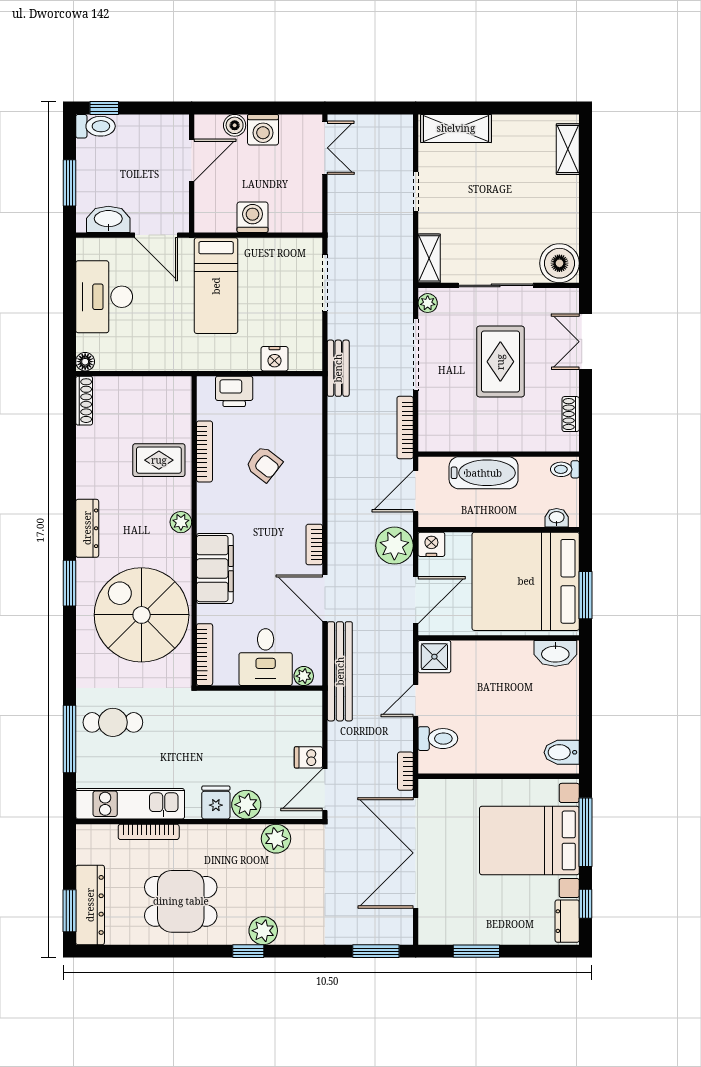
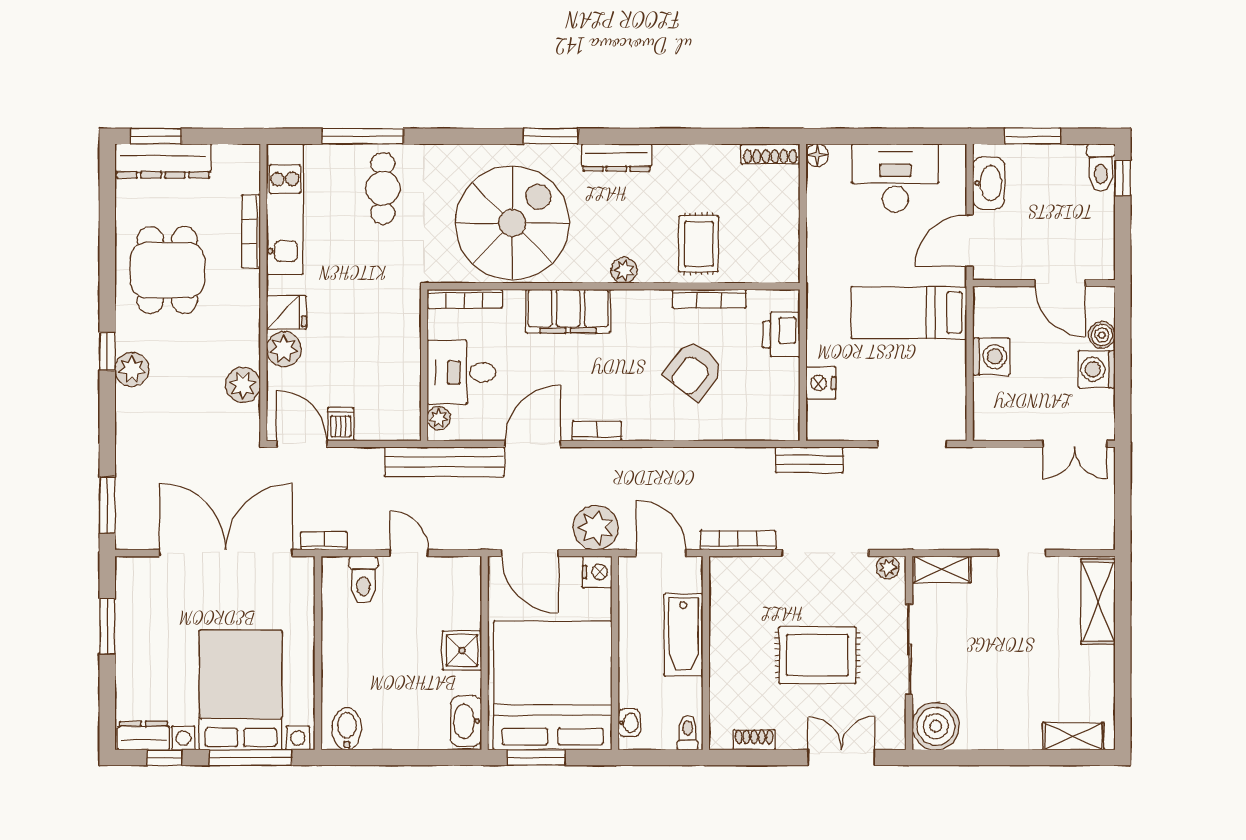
armchair: (264, 464) -> (694, 370), width x1.38, depth x1.38
shower: (434, 657) -> (462, 650), moved

